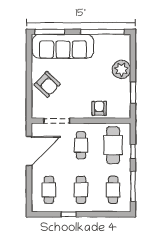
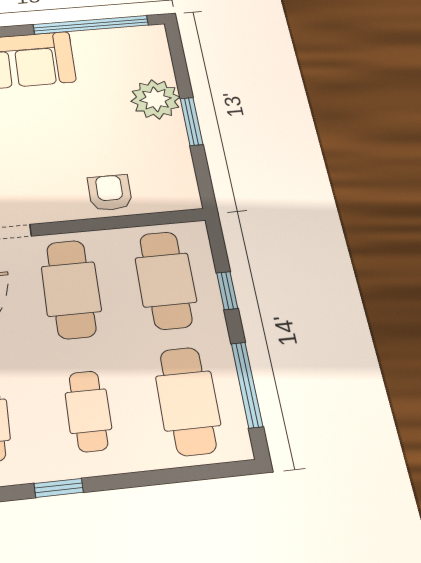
window: (133, 93) -> (192, 121), moved
cafe table: (81, 145) -> (71, 289), width x1.37, depth x1.35
cafe table: (113, 190) -> (188, 401), width x1.37, depth x1.35

